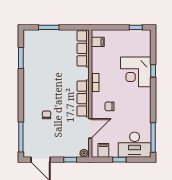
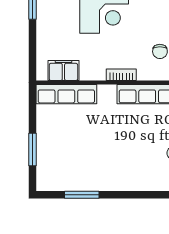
filing cabinet: (98, 42) -> (63, 70), width x2.00

